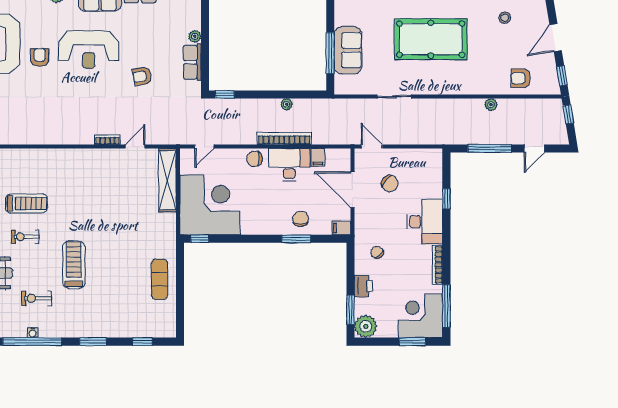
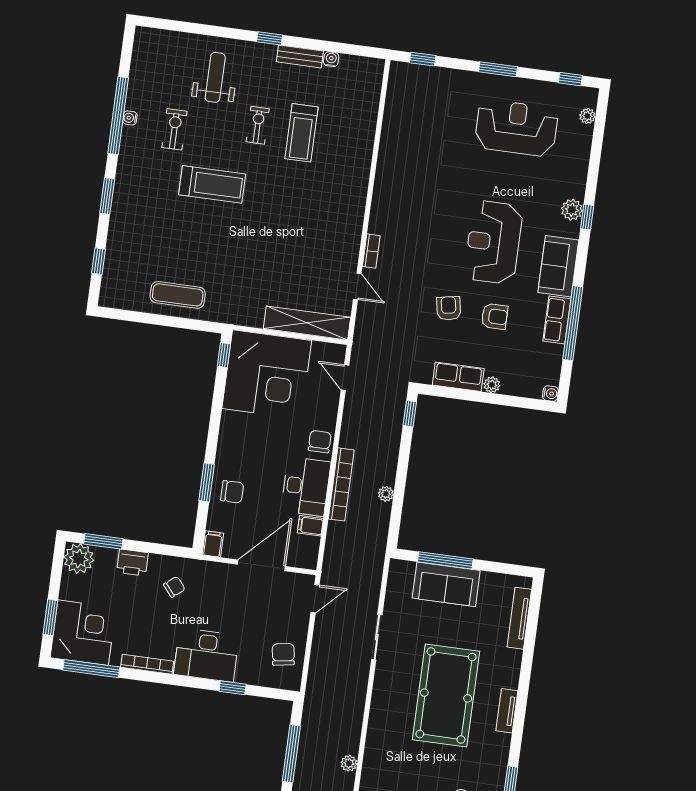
armchair: (40, 57) -> (495, 316), moved
chair: (390, 184) -> (283, 654), moved, turned 129

